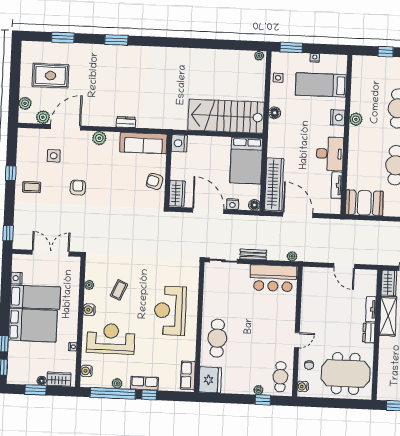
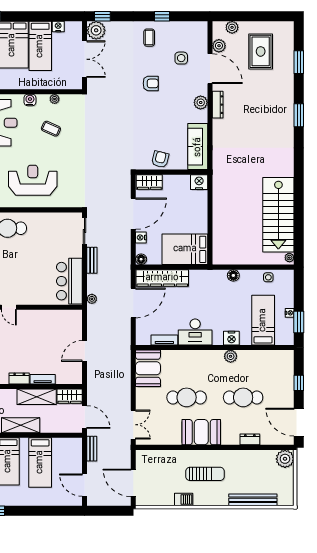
window: (291, 48) -> (299, 322), moved
stairs: (226, 116) -> (278, 215), moved, turned 180
dresser: (126, 122) -> (218, 105), moved, width x1.44
plant: (22, 240) -> (96, 30), added

